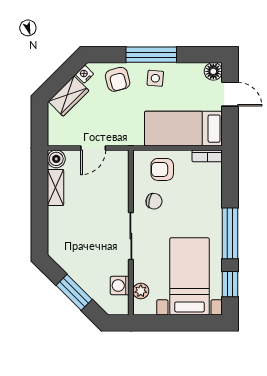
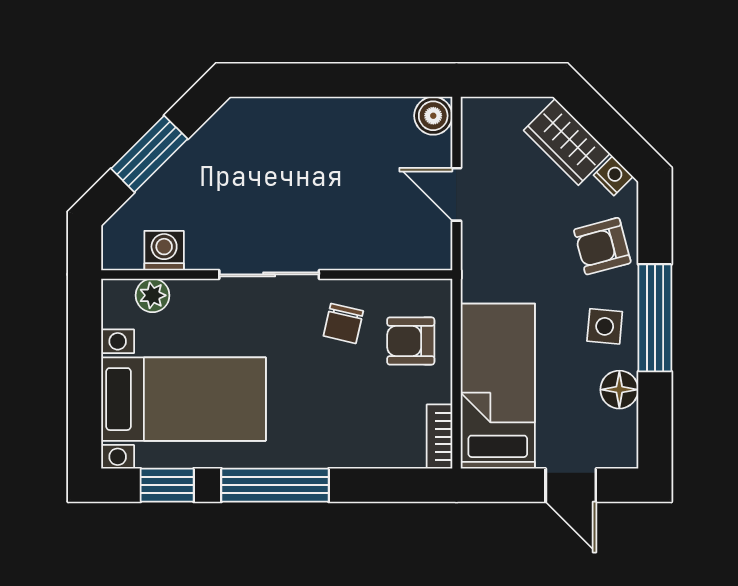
floor lamp: (213, 71) -> (619, 390), moved
door: (230, 94) -> (571, 485), hinge flipped
armchair: (162, 169) -> (411, 341), turned -90
shelving: (55, 188) -> (372, 114), removed

